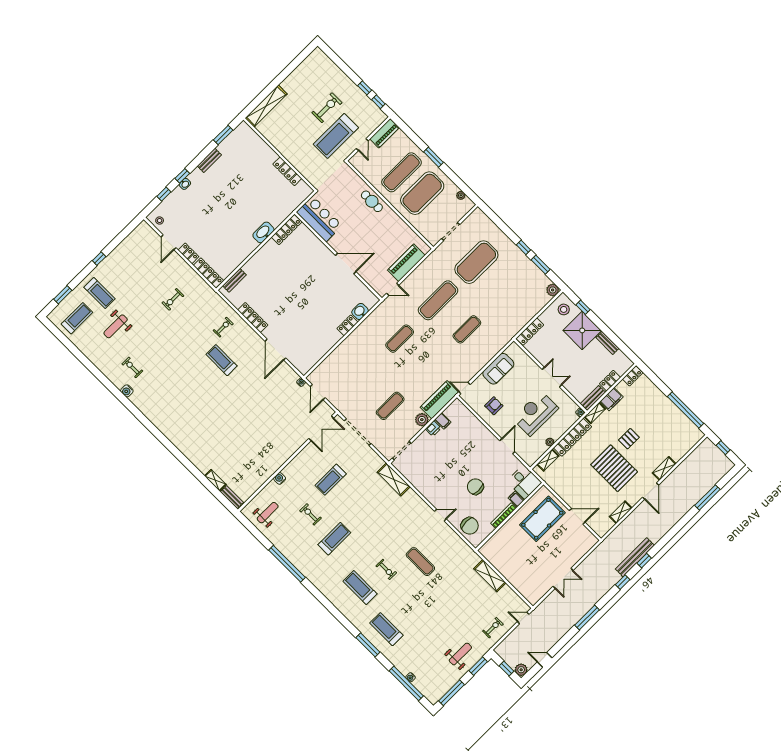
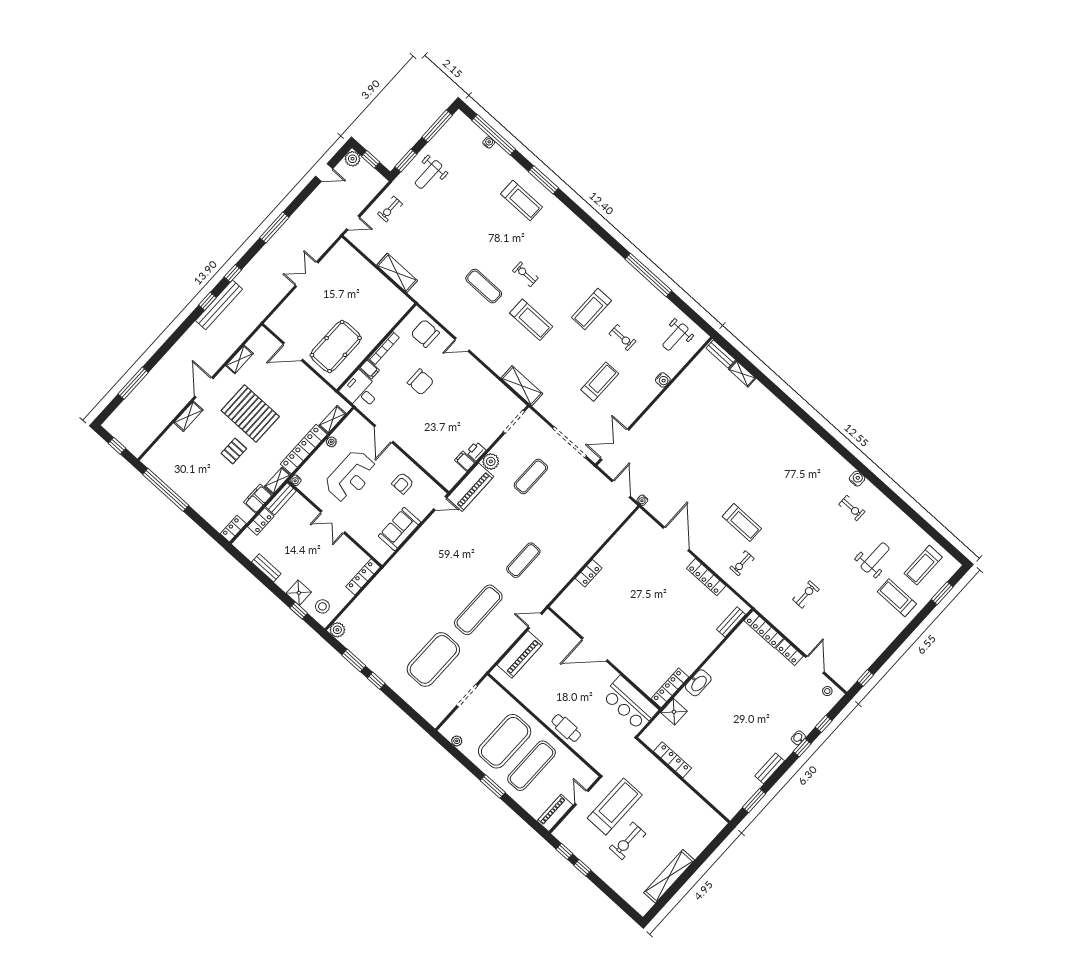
shelving: (266, 106) -> (669, 876), moved
shower: (284, 210) -> (674, 712), added
window: (99, 259) -> (865, 678), moved
washbasin: (360, 311) -> (574, 591), removed
exercise mat: (467, 329) -> (441, 576), removed
shower: (582, 330) -> (299, 593), width x0.54, depth x0.54
treadmill: (360, 588) -> (531, 320), moved

